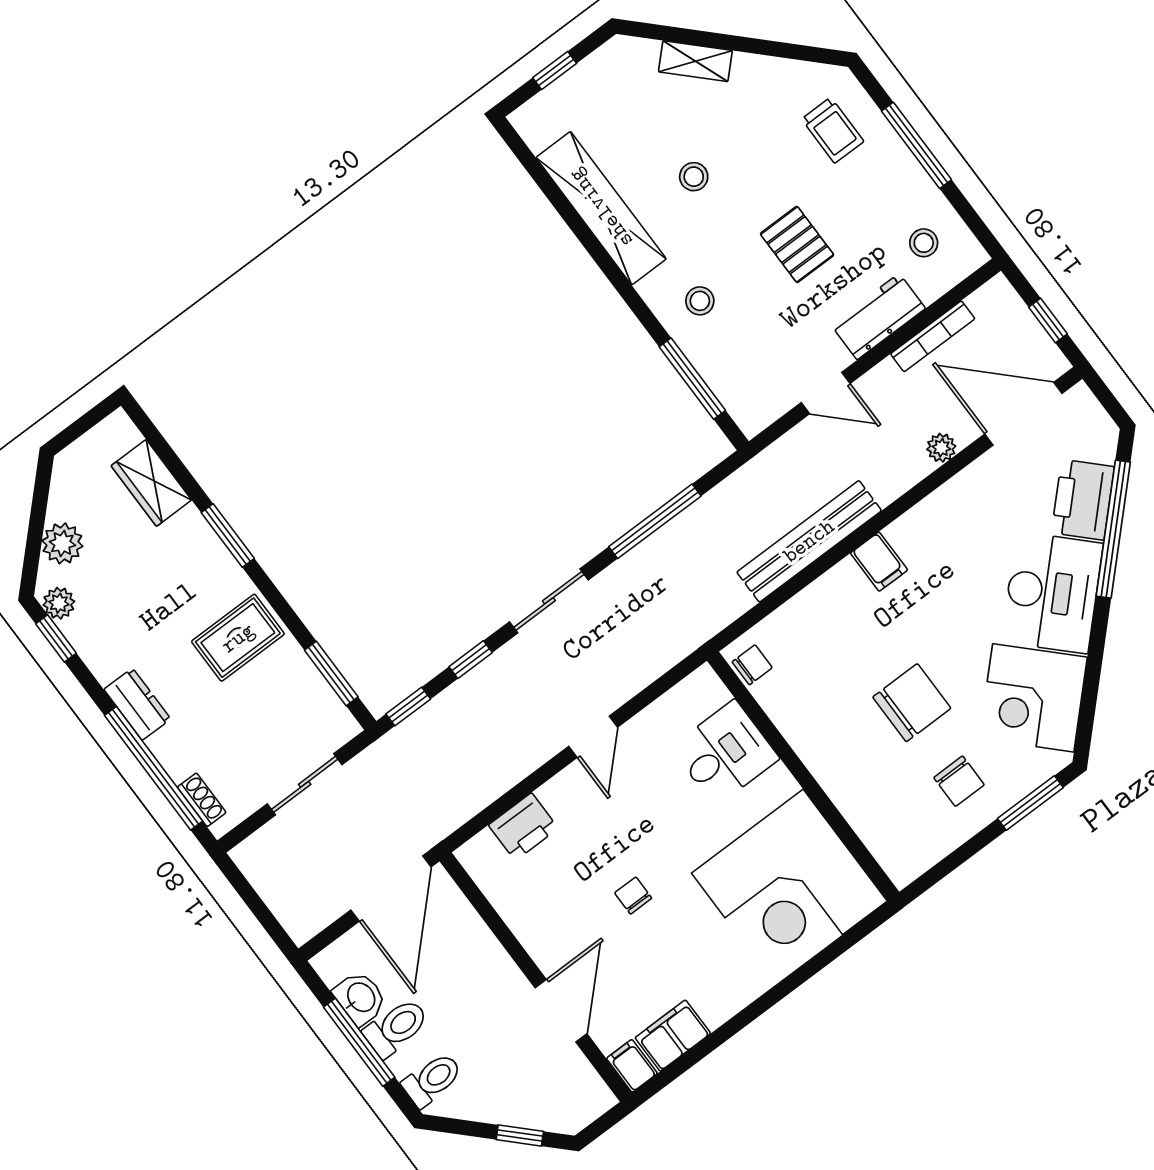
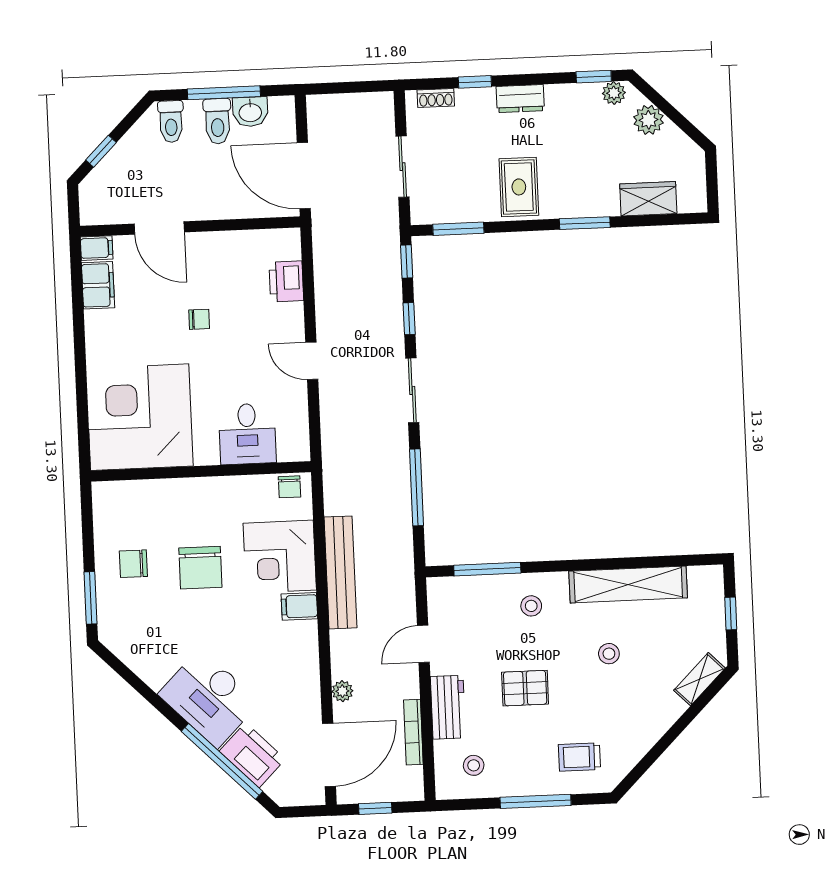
shelving: (695, 61) -> (699, 679), moved
corner desk: (1033, 698) -> (280, 557), moved, turned -135
window: (153, 768) -> (475, 82), width x0.32

